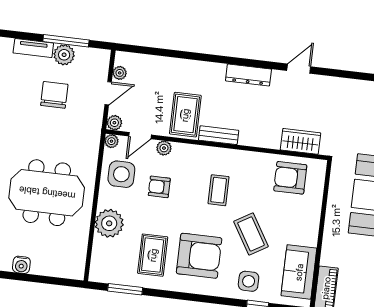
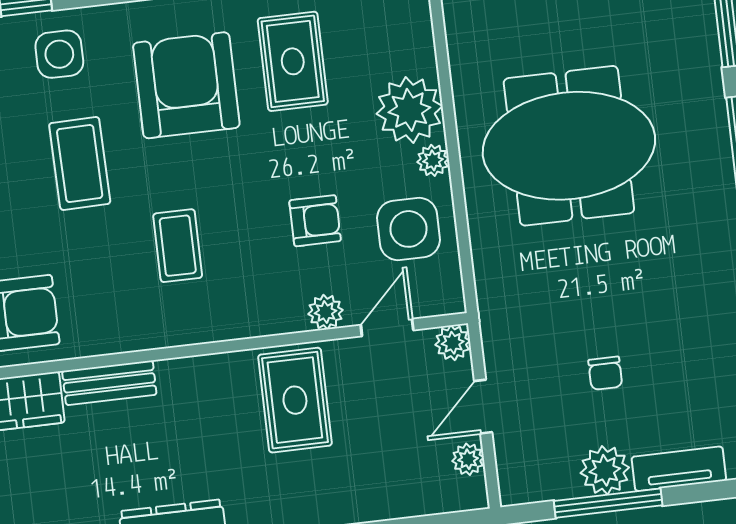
chair: (54, 95) -> (605, 373), width x0.54, depth x0.54
bench: (219, 135) -> (109, 383), moved
plant: (111, 141) -> (433, 160), moved
coffee table: (251, 234) -> (80, 163), turned 30
armchair: (199, 256) -> (186, 85), turned 90

